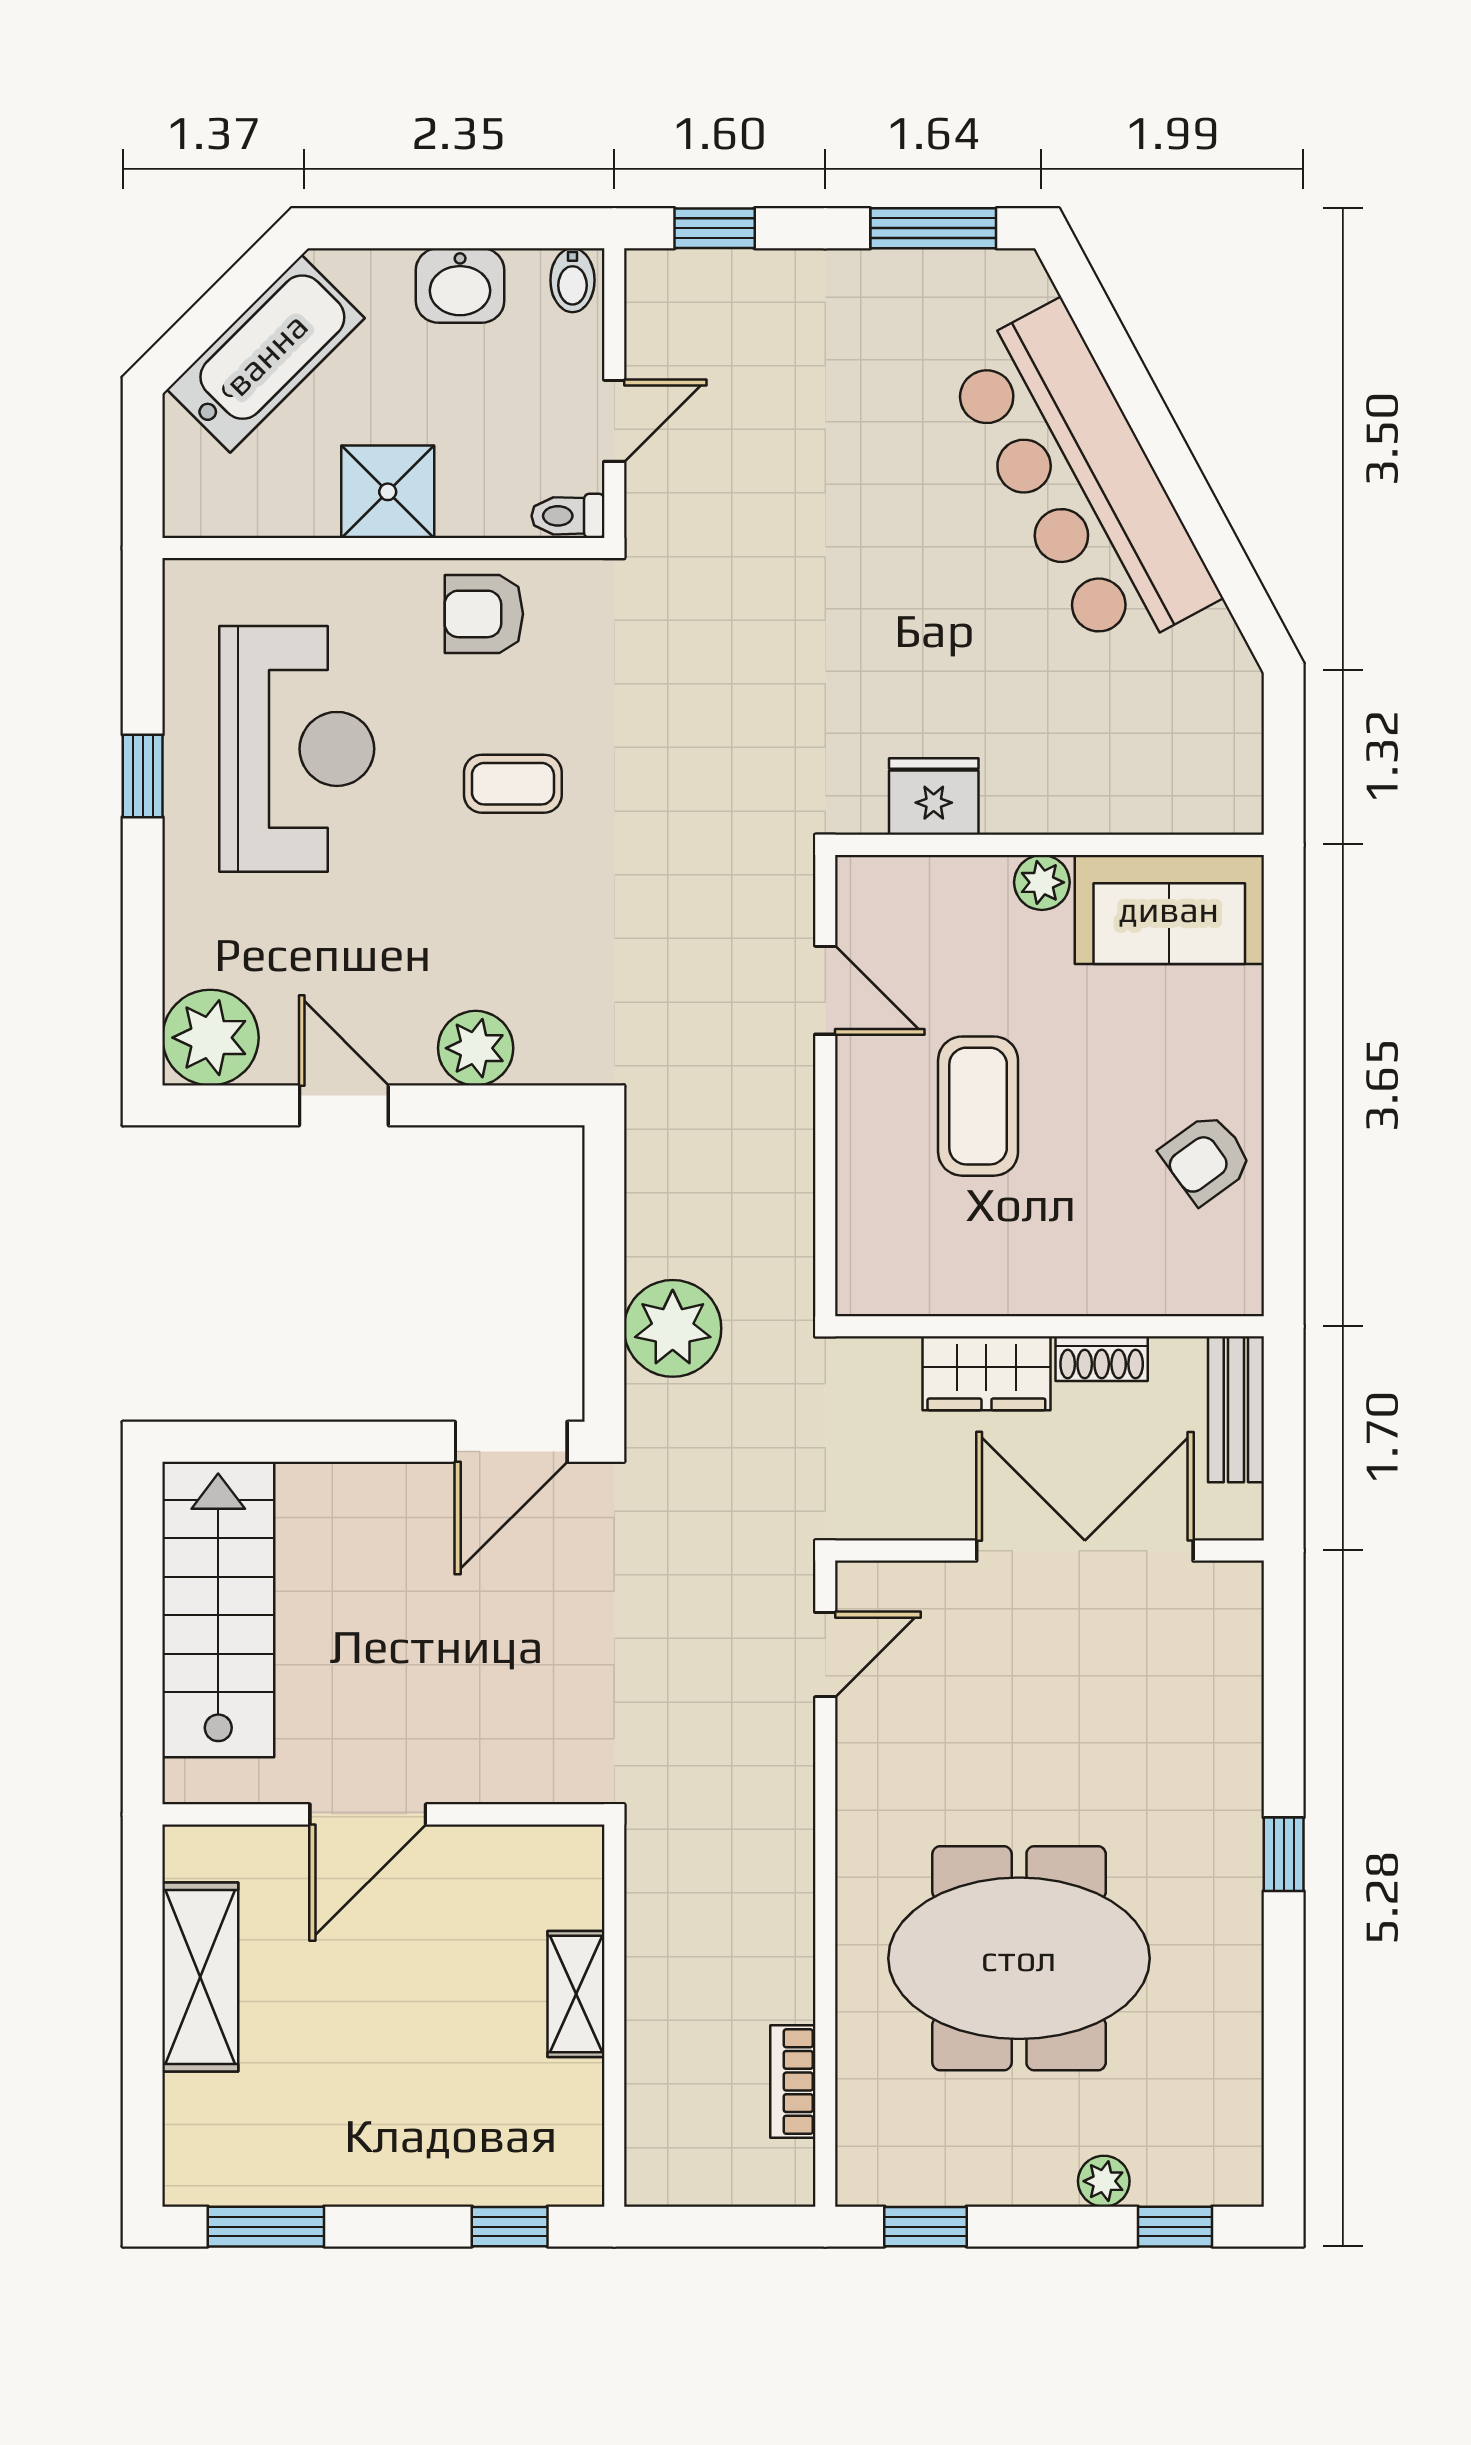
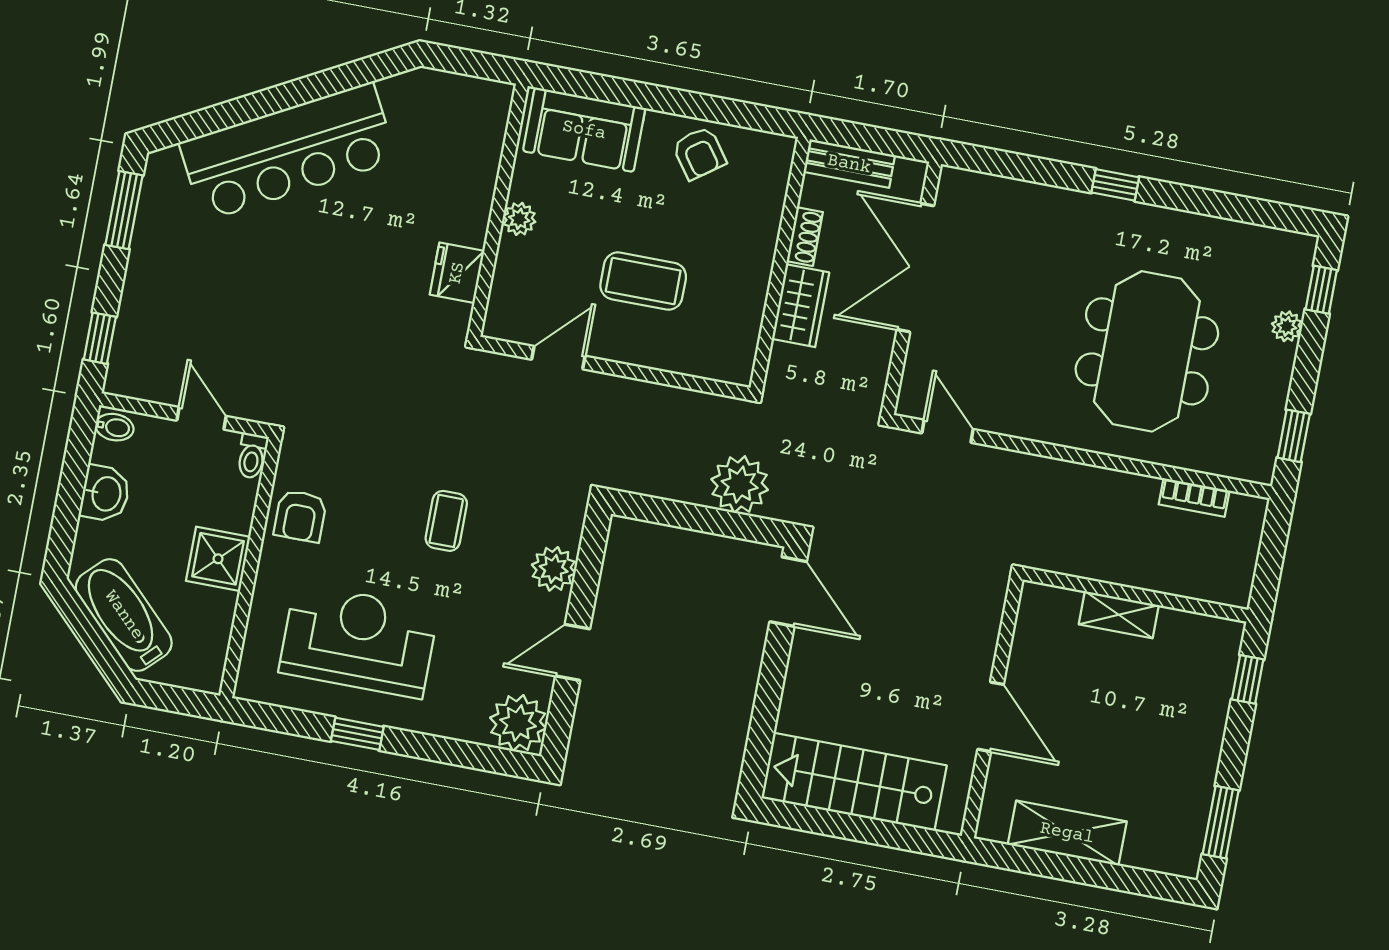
coffee table: (513, 784) -> (446, 521), moved
sofa: (1169, 909) -> (584, 130), moved, turned 90

